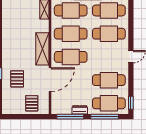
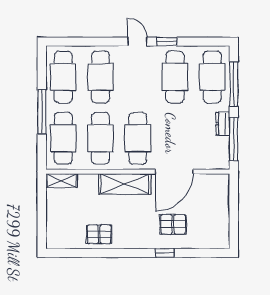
door: (50, 80) -> (174, 172), swing flipped
pallet: (32, 103) -> (99, 234), moved
window: (131, 103) -> (167, 42), moved

